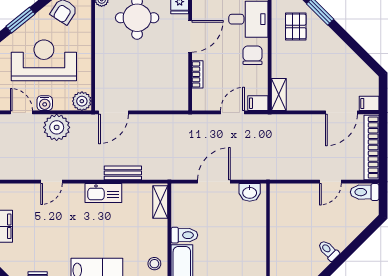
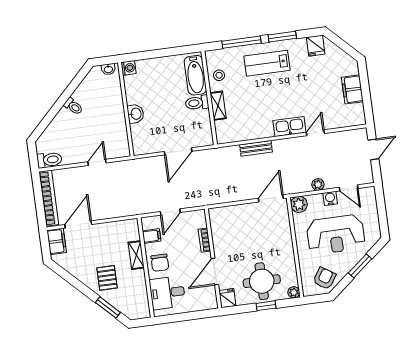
pallet: (296, 26) -> (107, 278), moved
shelving: (279, 94) -> (136, 255), moved
filing cabinet: (258, 103) -> (152, 236), moved
filing cabinet: (369, 103) -> (57, 241), width x2.00
plant: (57, 127) -> (318, 185), width x0.53, depth x0.53
door: (330, 182) -> (97, 162), moved
washbasin: (250, 192) -> (136, 114), moved, turned 90
kitchen sink: (103, 193) -> (289, 127), moved
shelving: (160, 202) -> (218, 106), moved

